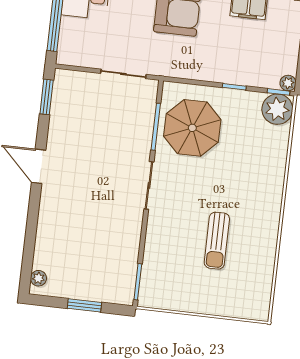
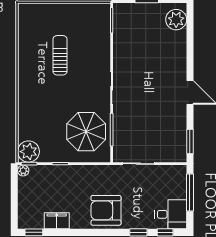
plant: (38, 278) -> (176, 20), width x1.87, depth x1.87

